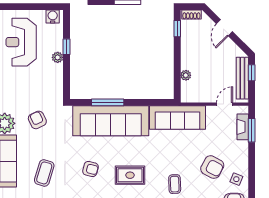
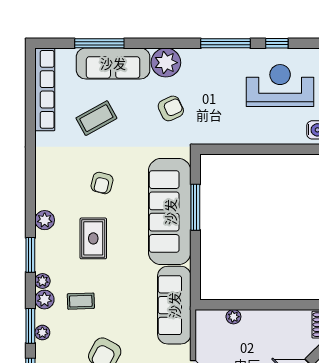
window: (177, 29) -> (299, 305), removed
window: (66, 47) -> (274, 149), removed
plant: (58, 57) -> (259, 137), removed
coffee table: (44, 173) -> (96, 118), turned -46

